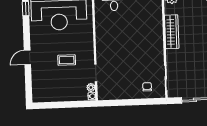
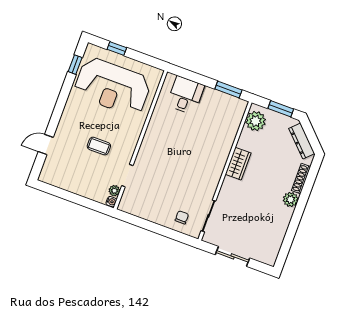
wardrobe: (172, 32) -> (238, 164), width x0.67
door: (27, 57) -> (46, 144), moved

